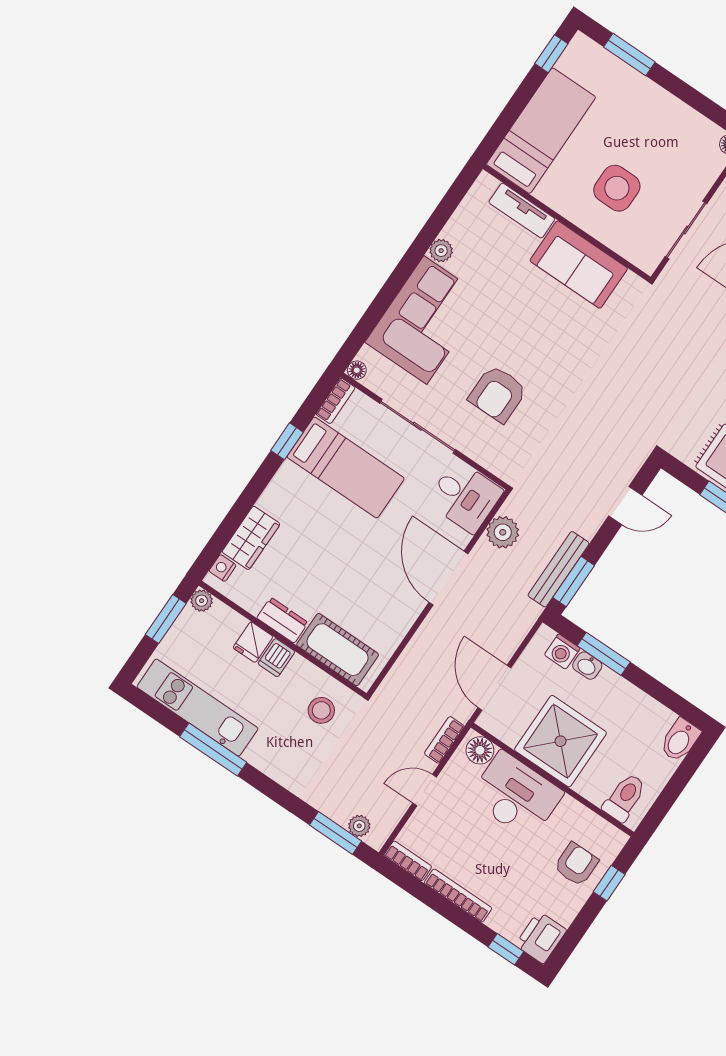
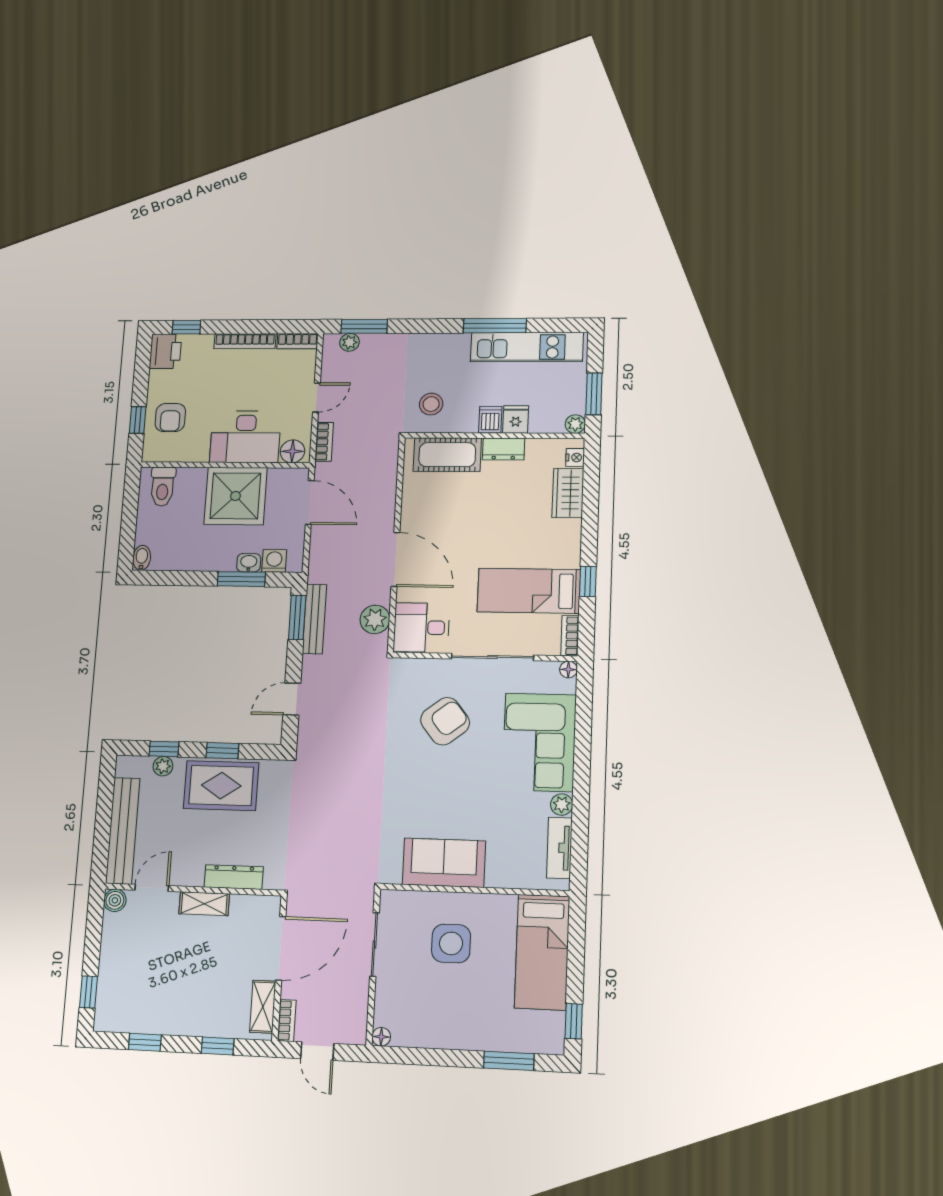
tv unit: (522, 211) -> (559, 848), moved, turned -90
armchair: (498, 394) -> (445, 721), turned 52
bidet: (680, 740) -> (142, 558), width x0.72, depth x0.74

